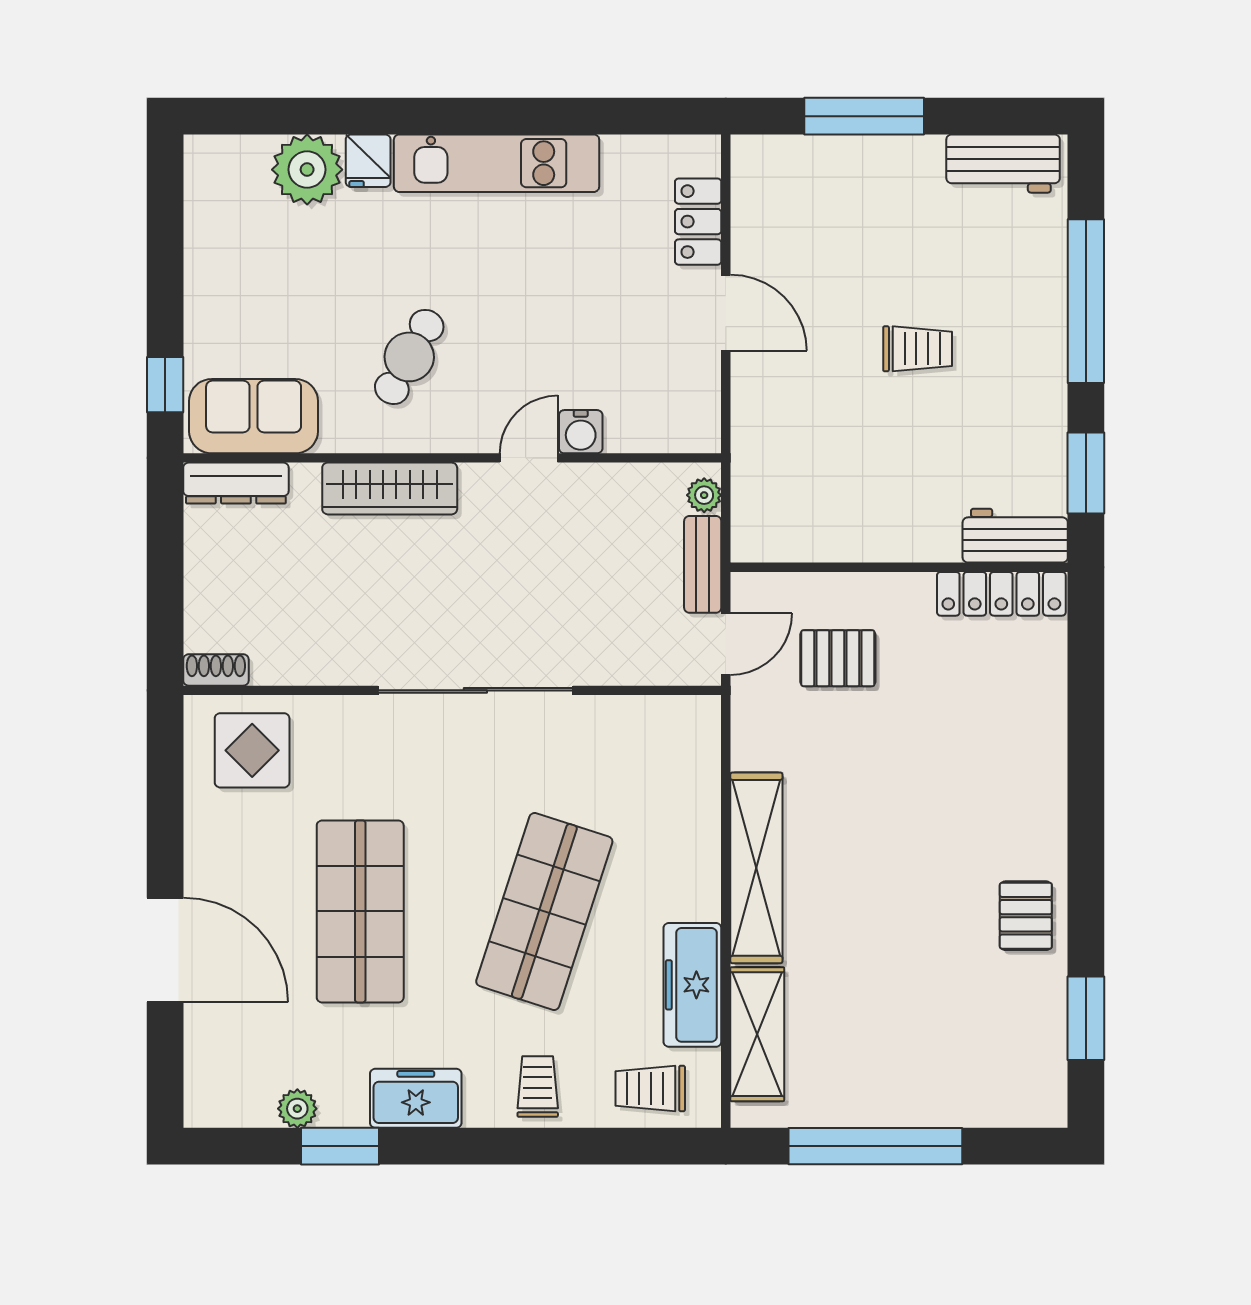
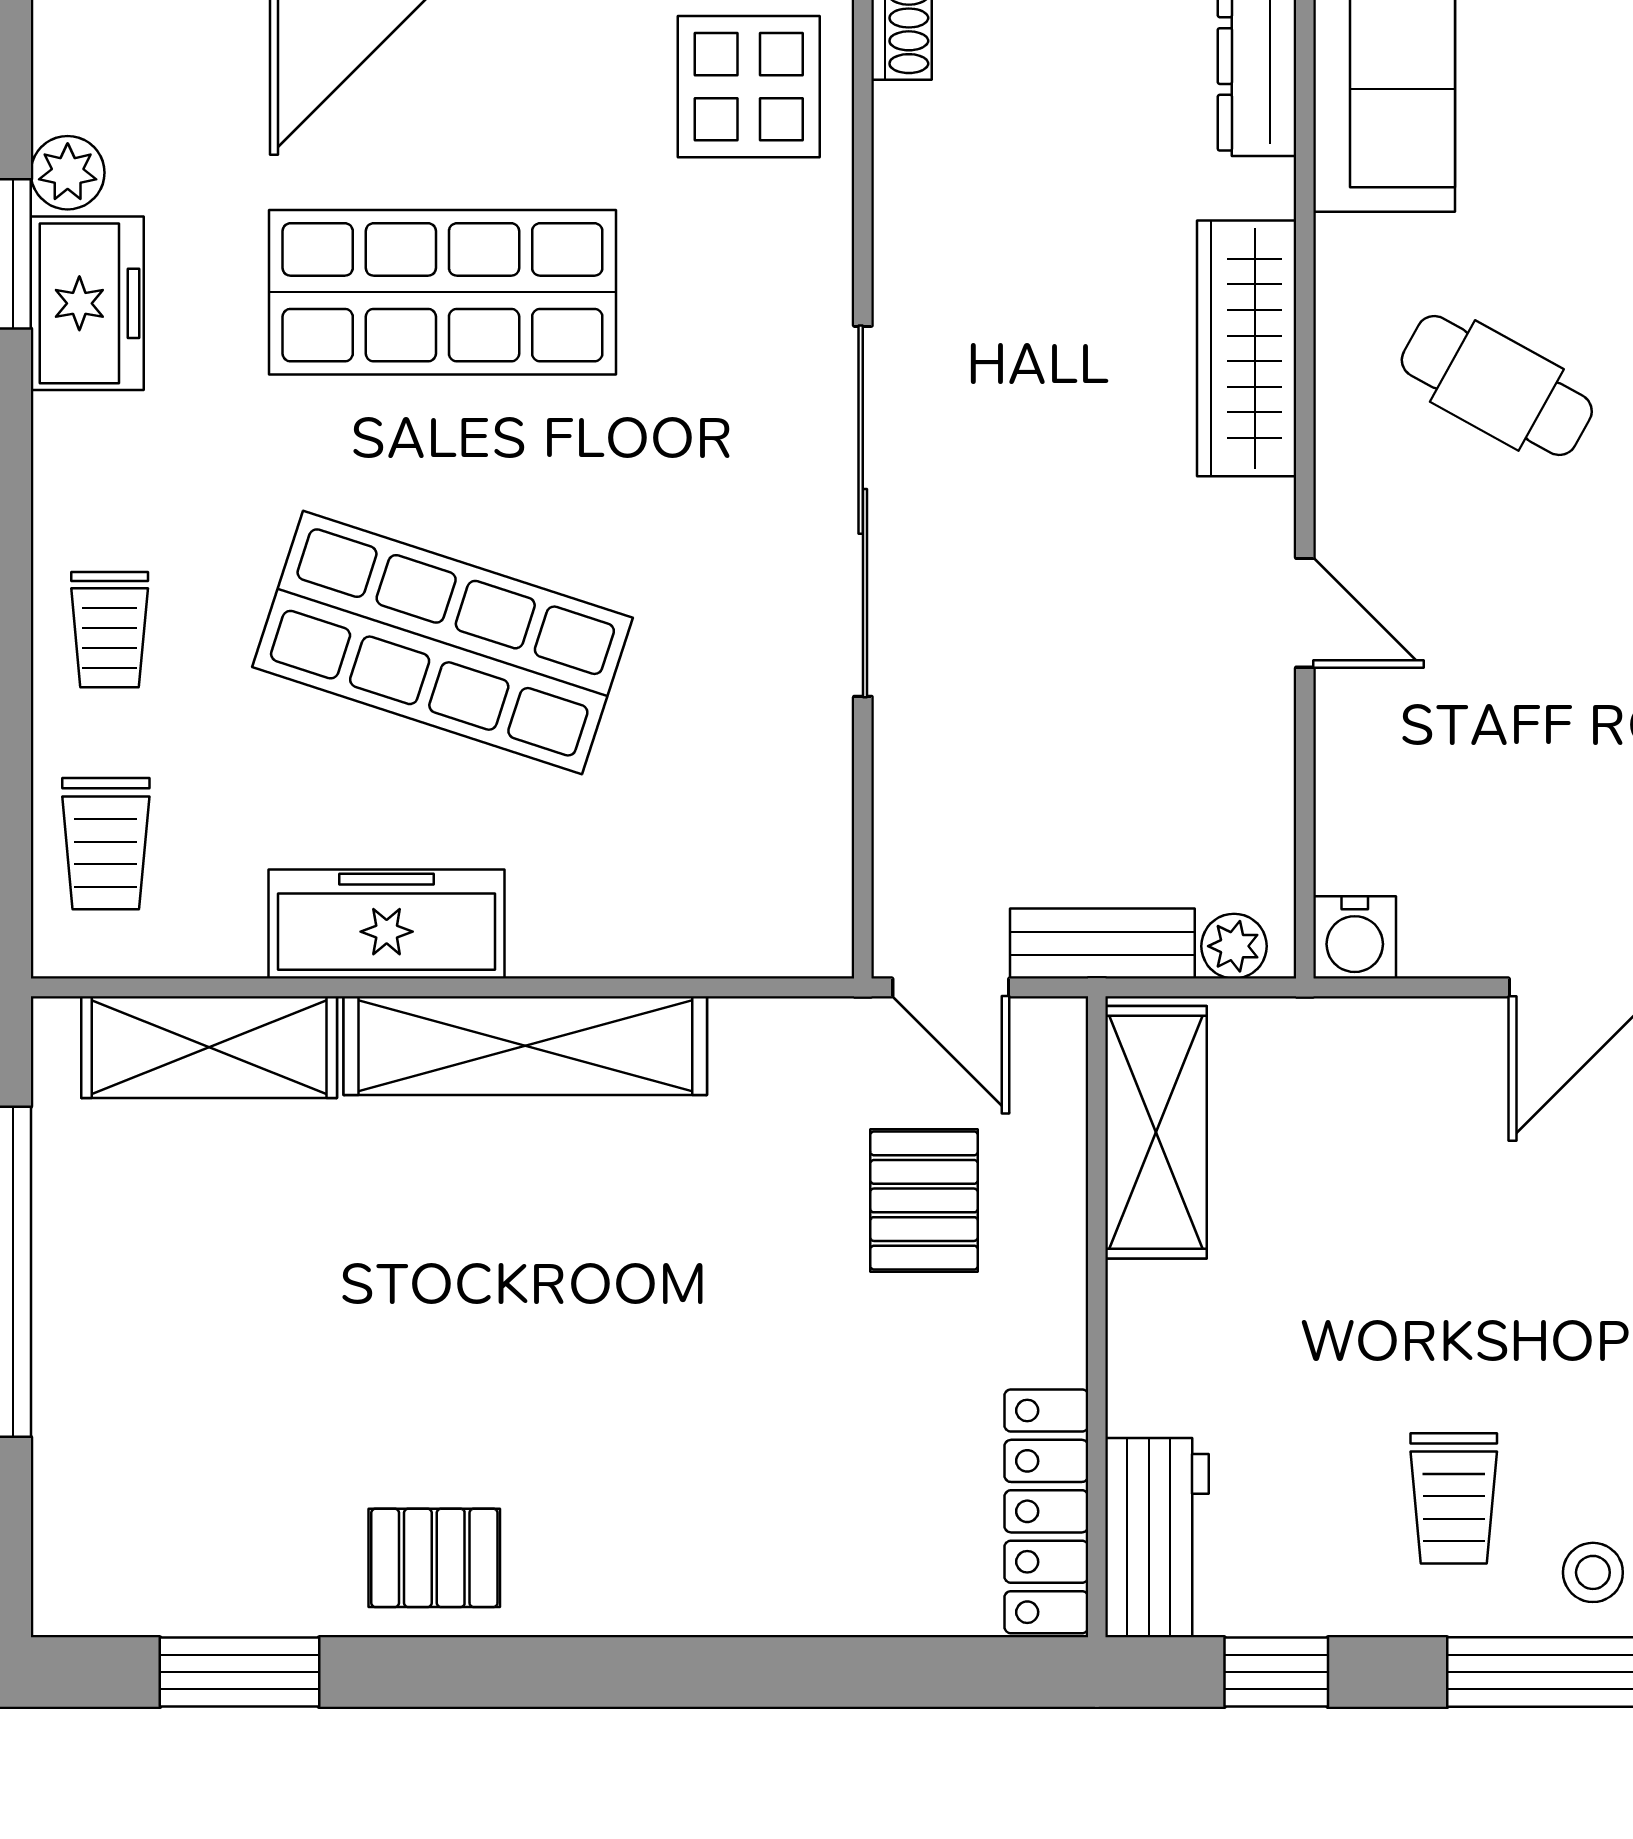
stool: (1033, 306) -> (1593, 1572), added
trolley: (918, 349) -> (1454, 1498), moved
water cooler: (581, 432) -> (1355, 937), moved, turned -90
window: (1086, 473) -> (1276, 1672), width x0.67
shelving: (802, 536) -> (1156, 1132), added
freezer: (692, 985) -> (387, 924), moved
trolley: (538, 1087) -> (110, 630), turned 90
trolley: (650, 1088) -> (106, 844), turned 180
freezer: (416, 1098) -> (87, 303), moved

